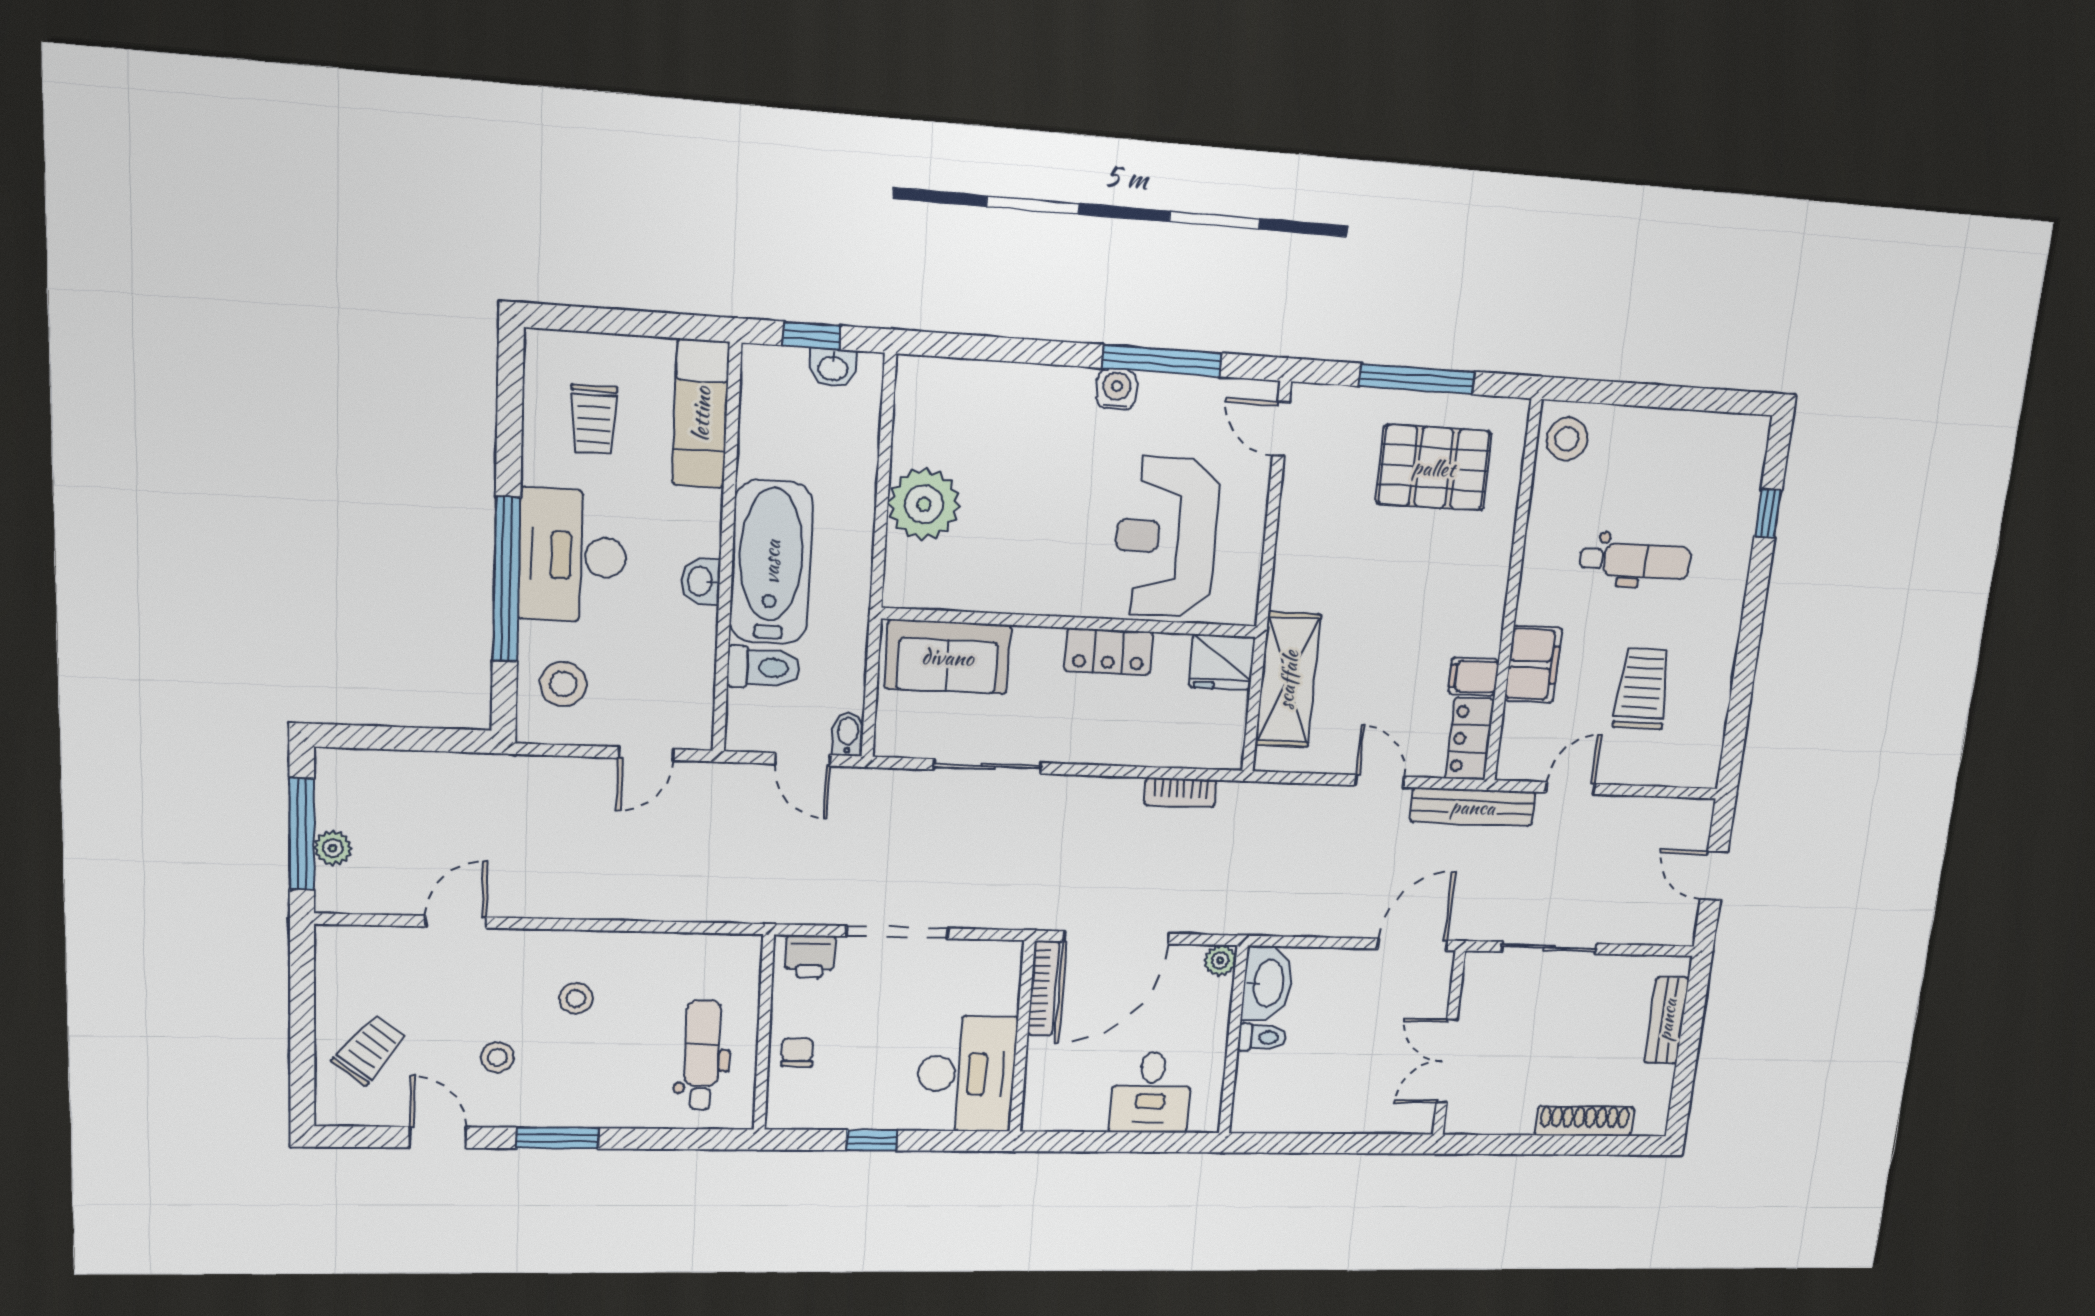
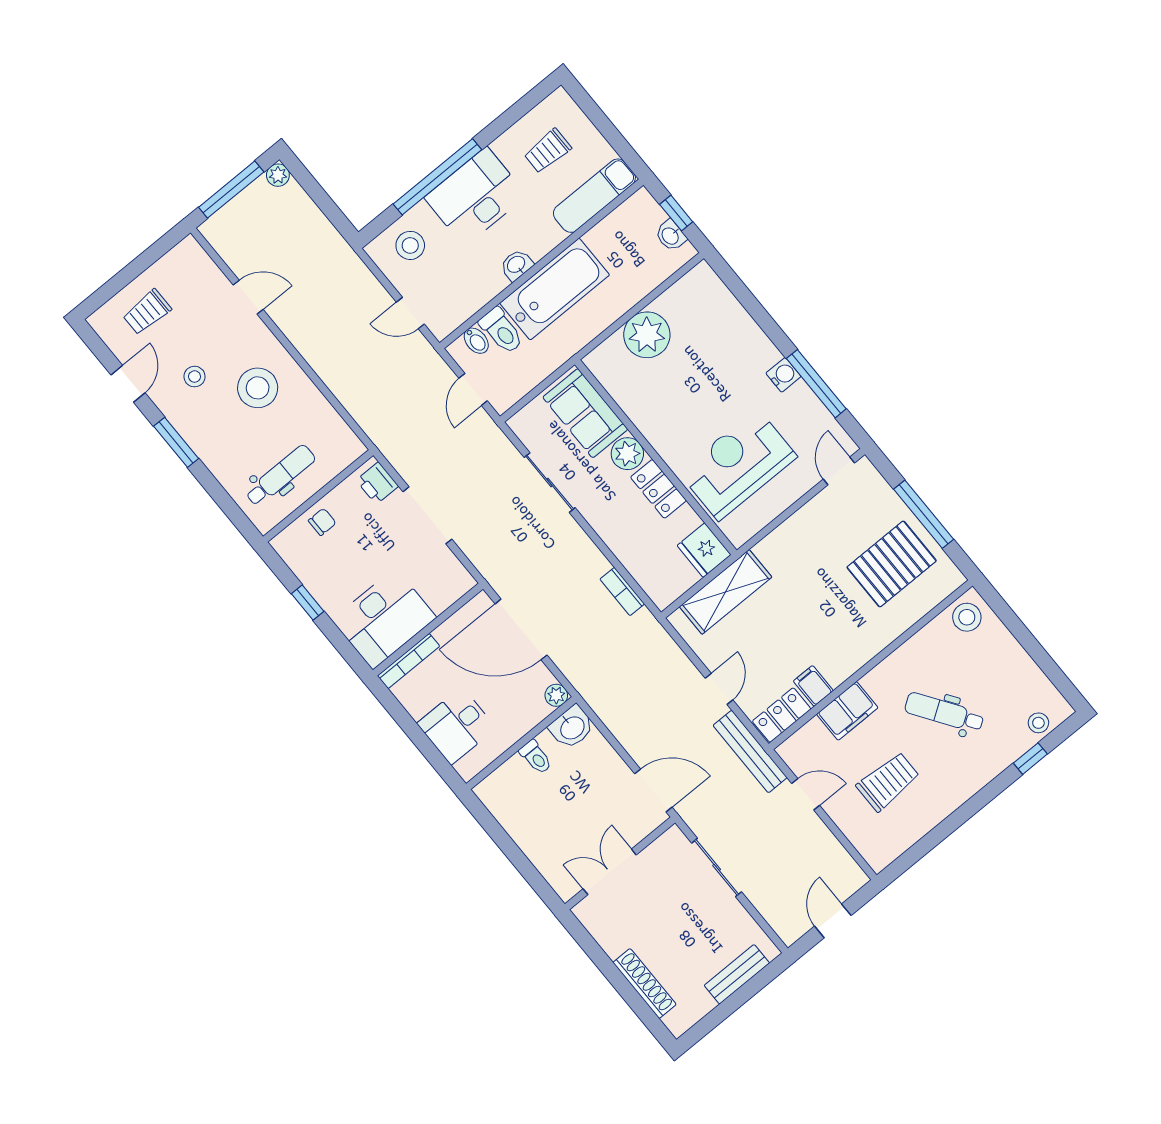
pallet: (1434, 468) -> (892, 564), turned 90
stool: (1743, 468) -> (1038, 723), added
dental chair: (1635, 561) -> (944, 713), turned 146
plant: (1037, 651) -> (627, 454), added
bidet: (848, 734) -> (476, 341), moved, turned 90
plant: (333, 848) -> (278, 175), moved
washbasin: (1267, 983) -> (572, 727), width x0.72
bookcase: (1043, 988) -> (409, 661), moved
stool: (576, 998) -> (258, 388), width x1.89, depth x1.89
trolley: (369, 1050) -> (147, 312), turned 142

